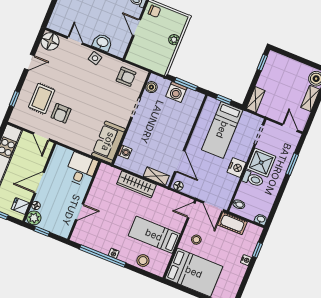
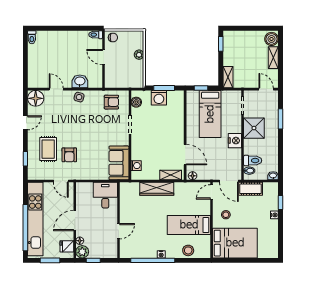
toilet: (253, 179) -> (253, 161), moved

